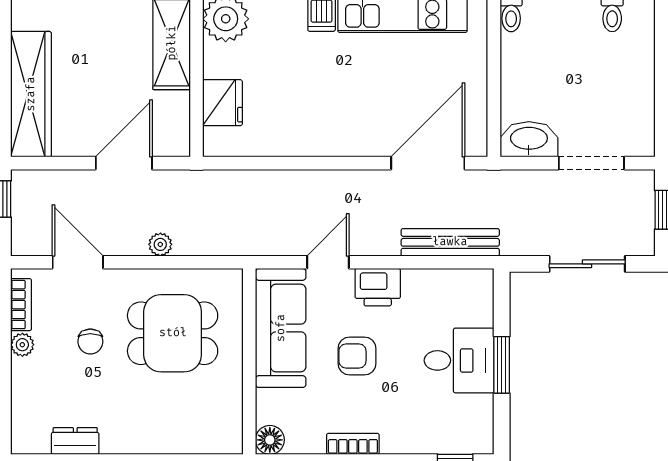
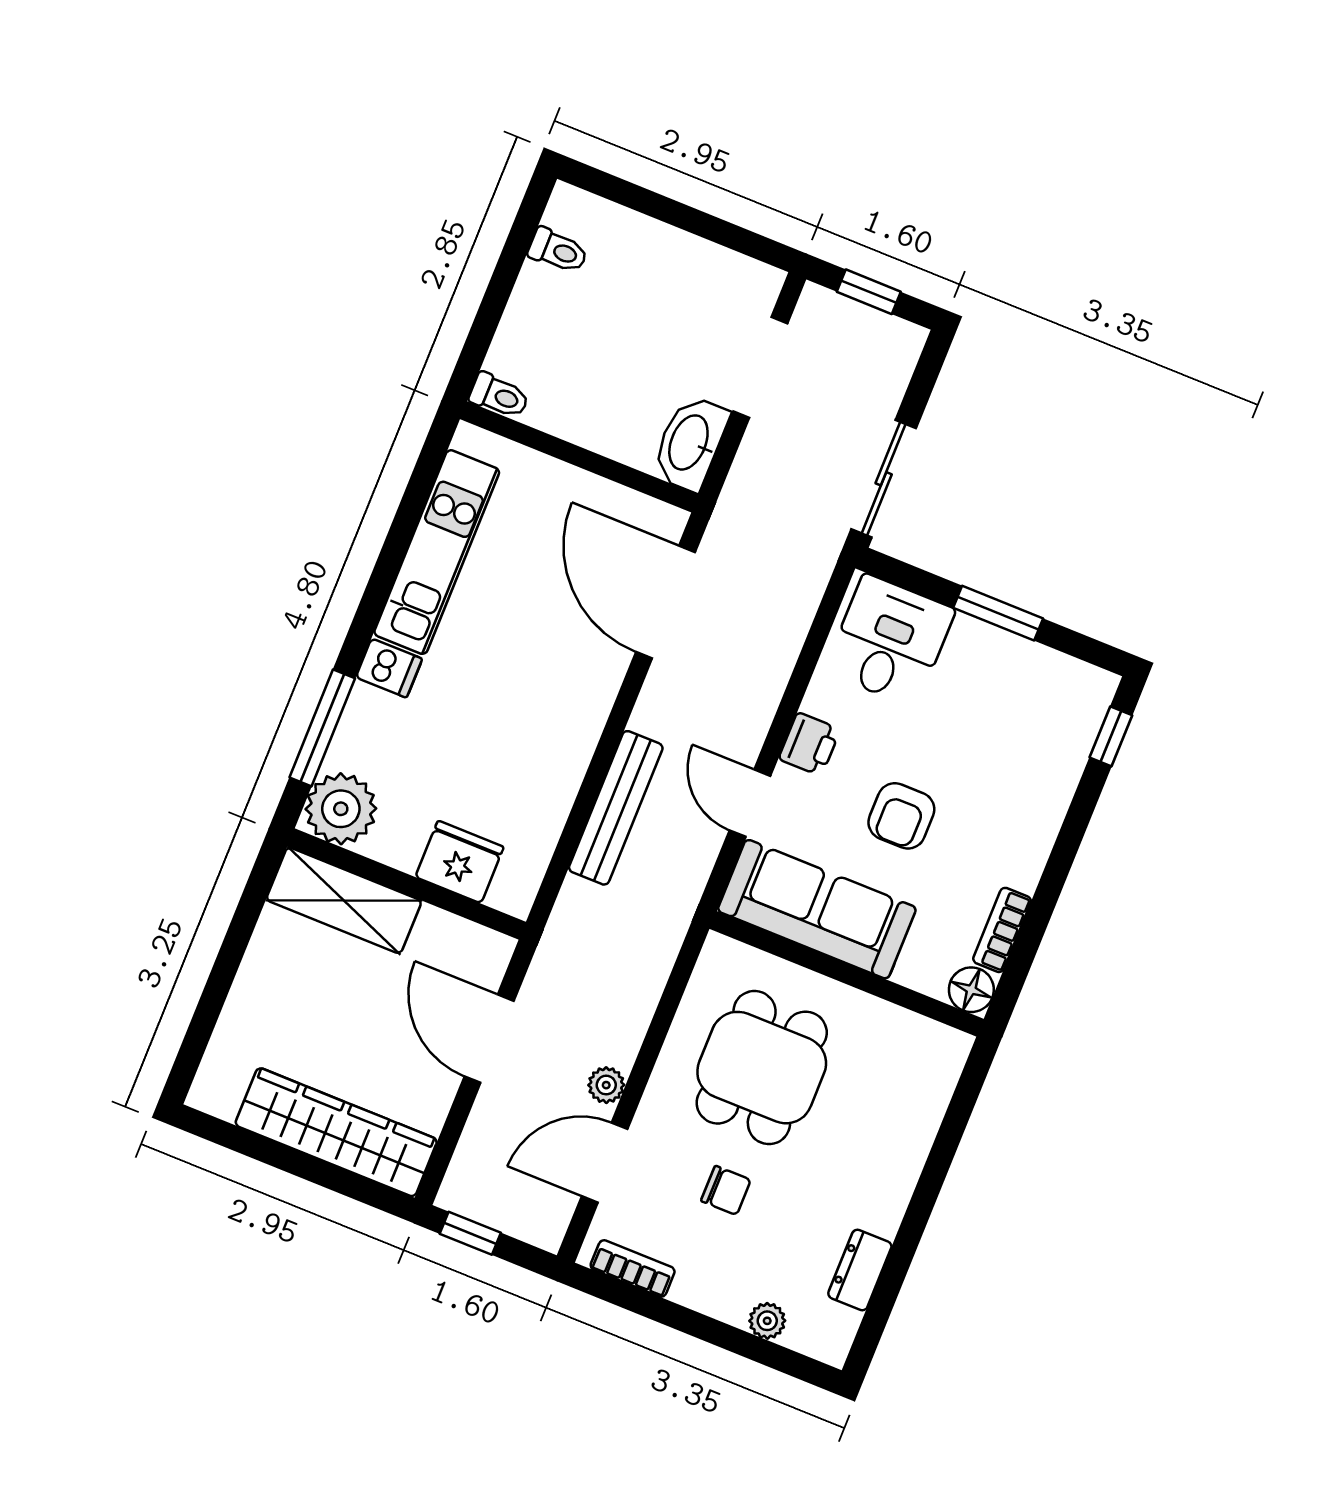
bench: (450, 242) -> (616, 808), moved
plant: (160, 244) -> (606, 1085), moved
sliding door: (587, 264) -> (884, 479), moved
printer: (378, 287) -> (809, 744), width x0.73, depth x0.81
plant: (22, 345) -> (767, 1321), moved
desk: (459, 360) -> (890, 641), moved
bookcase: (353, 444) -> (1002, 930), moved

